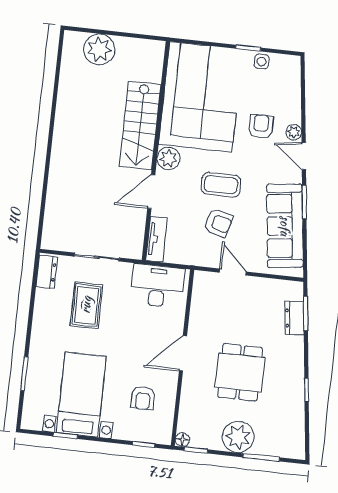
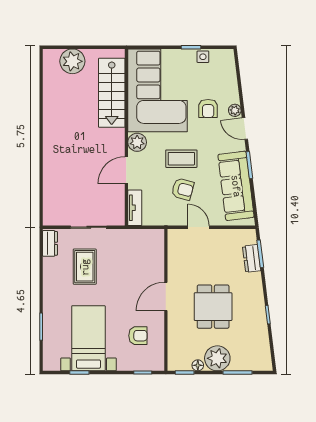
stairs: (140, 125) -> (112, 93), moved
armchair: (261, 126) -> (208, 108), turned 180
desk: (157, 286) -> (140, 245), removed
armchair: (143, 398) -> (138, 336), turned -90
floor lamp: (182, 440) -> (198, 365), moved

